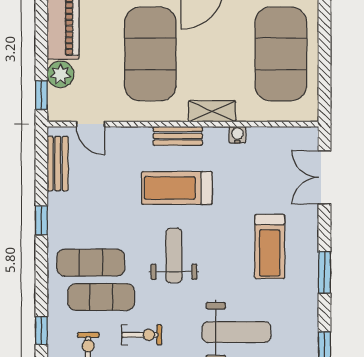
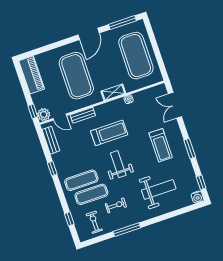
plant: (60, 74) -> (44, 115), moved
bench: (178, 136) -> (83, 115), moved
treadmill: (177, 188) -> (109, 133), turned 180

